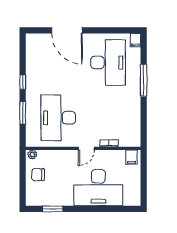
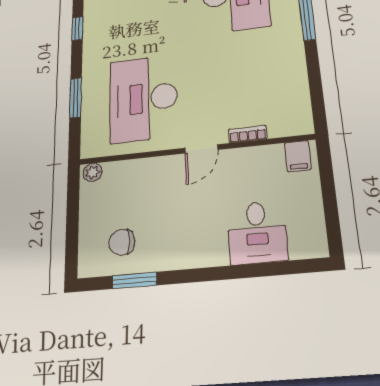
window: (23, 82) -> (77, 29), moved
chair: (38, 175) -> (122, 242), moved
desk: (98, 188) -> (257, 232), width x0.53, depth x0.77

